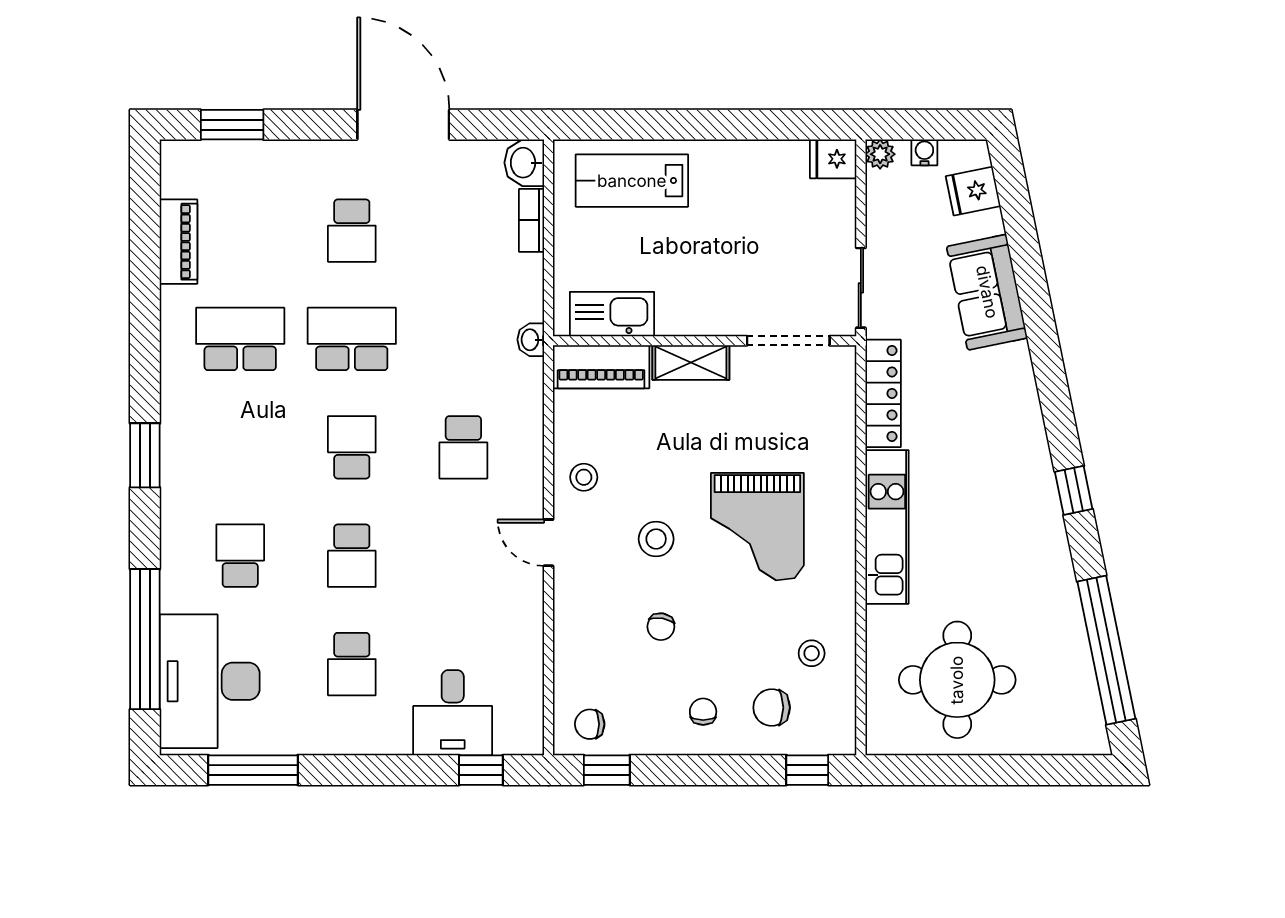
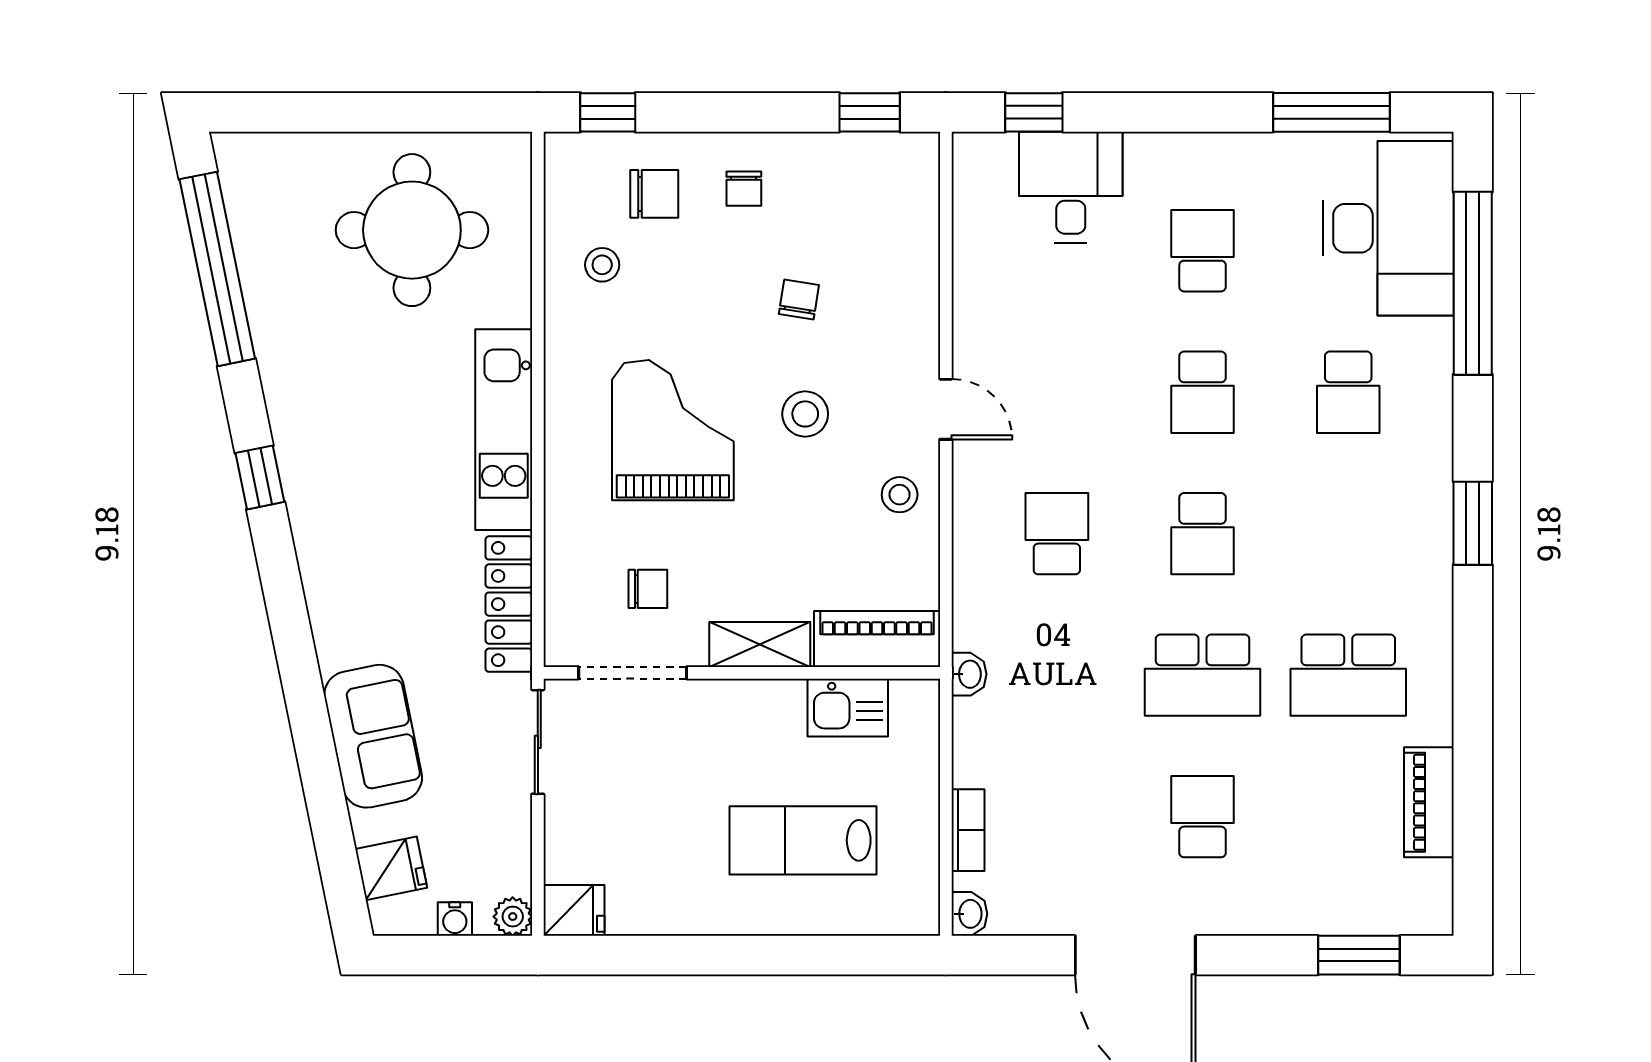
washbasin: (524, 163) -> (969, 914), width x0.72, depth x0.69
lab bench: (632, 181) -> (803, 840), moved, turned 180
kitchen sink: (612, 314) -> (848, 708), width x0.73
school desk: (352, 556) -> (1203, 392), turned 180
chair: (590, 724) -> (648, 589), moved

